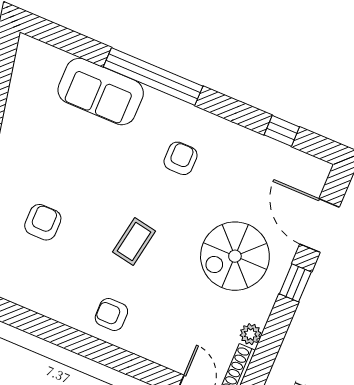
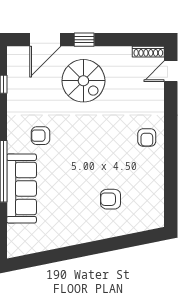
sofa: (101, 92) -> (22, 188), width x1.36
coffee table: (134, 241) -> (99, 142), removed
plant: (251, 334) -> (124, 53), removed

